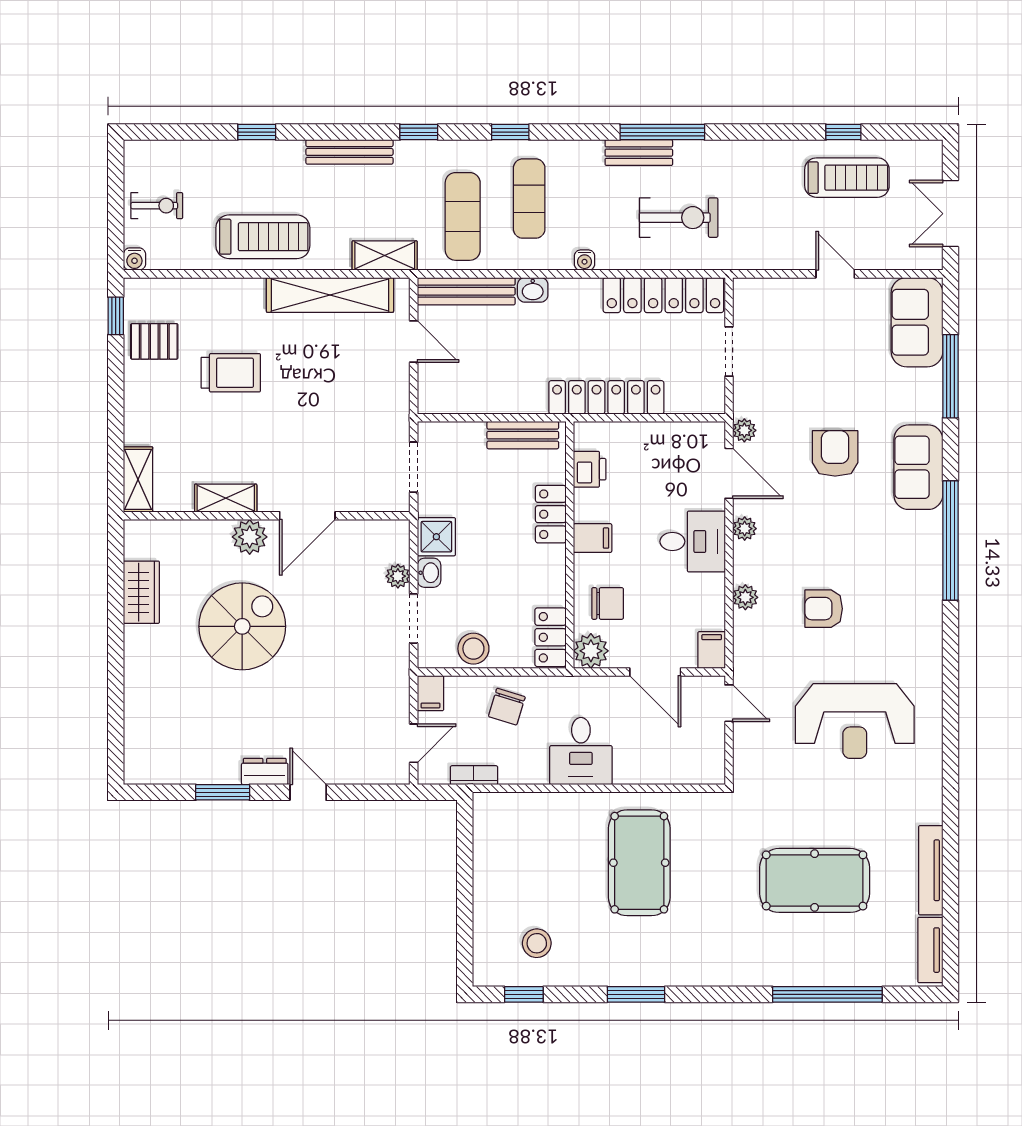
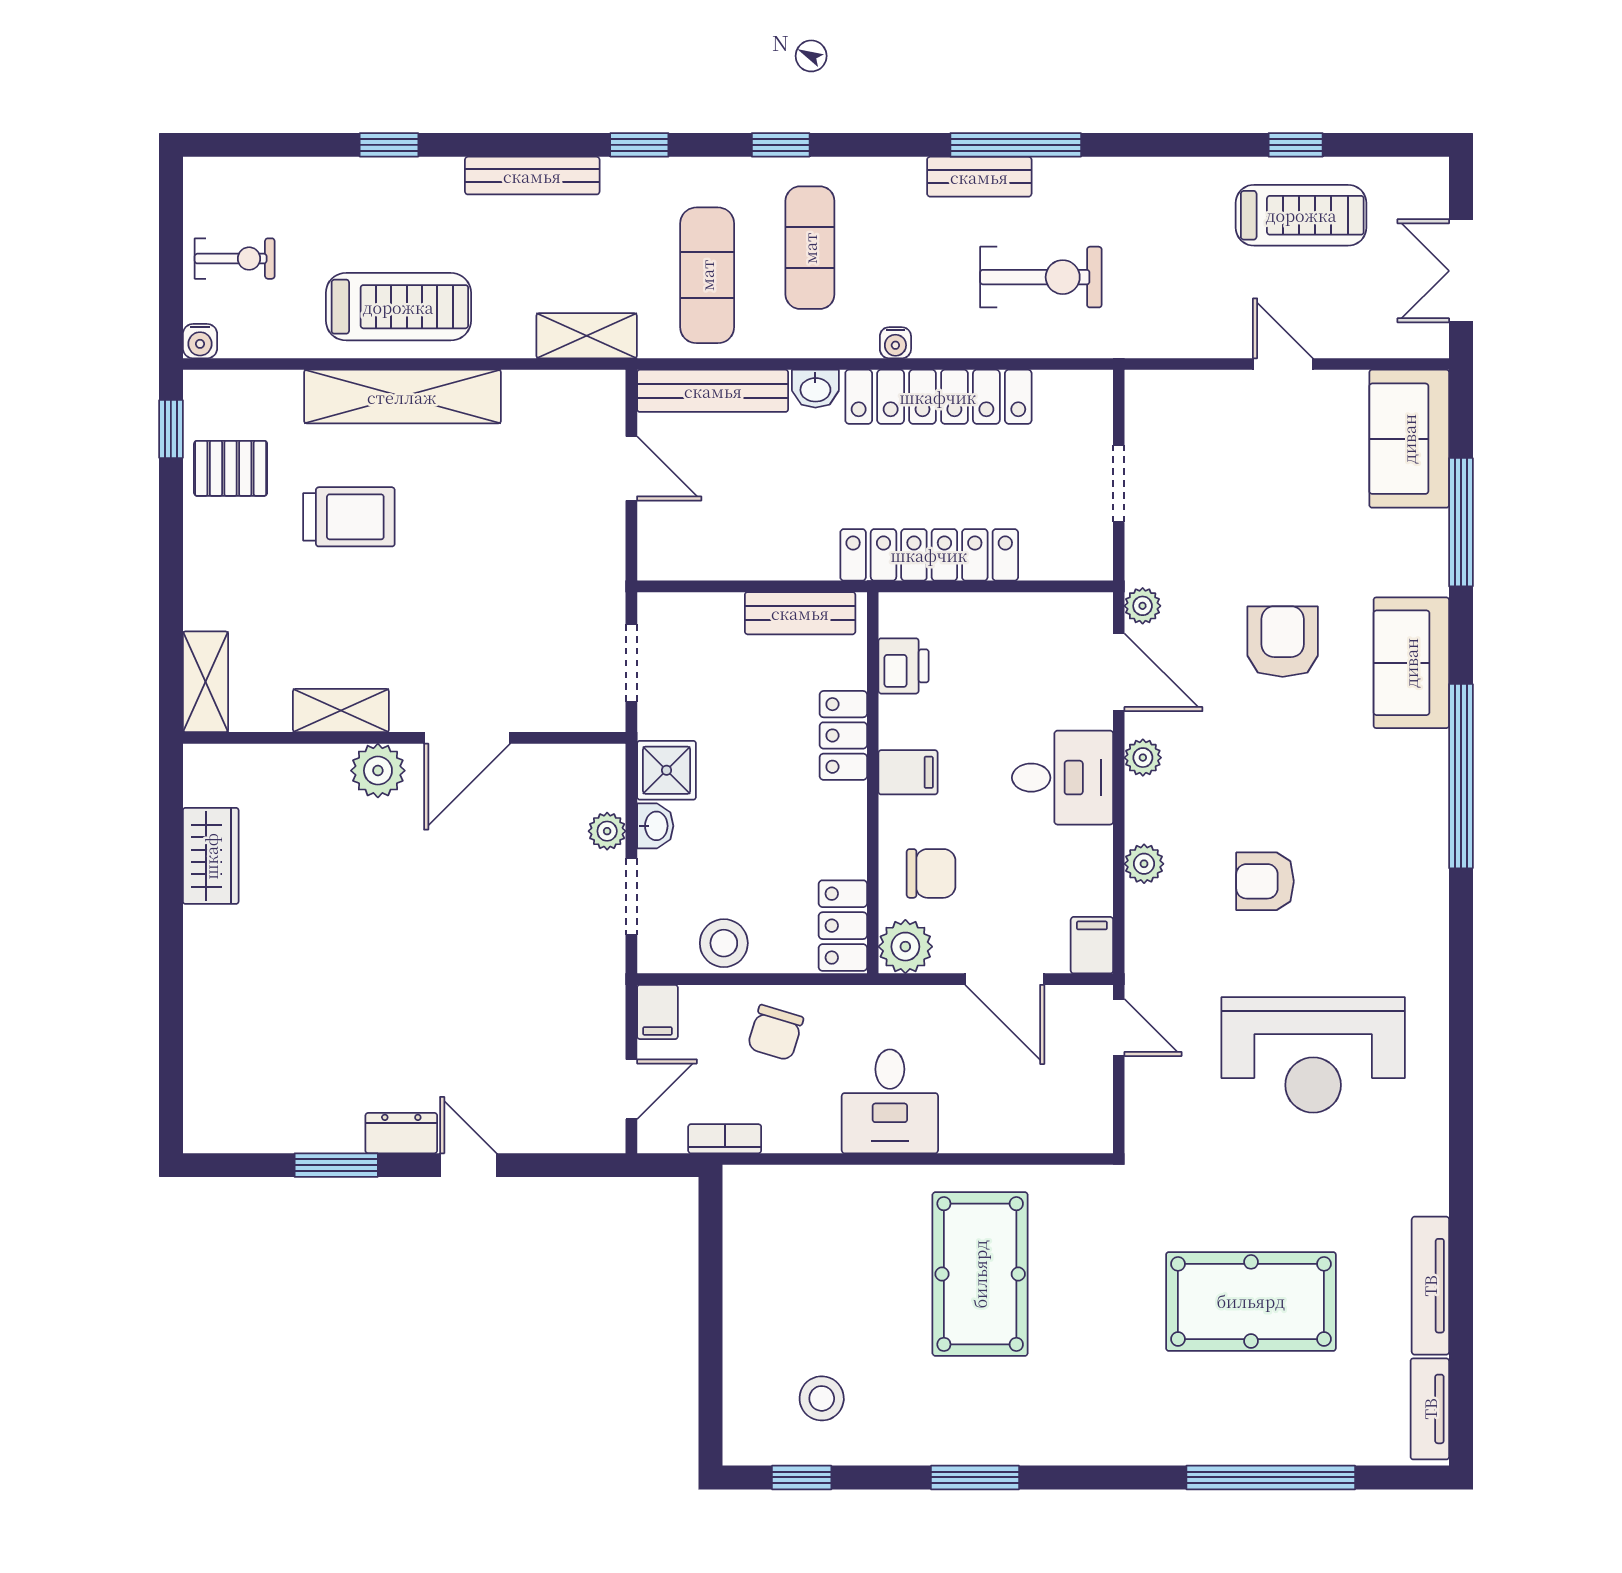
shelving: (330, 295) -> (402, 397), moved
locker: (663, 295) -> (938, 397), moved
spiral stairs: (242, 626) -> (367, 909), removed

